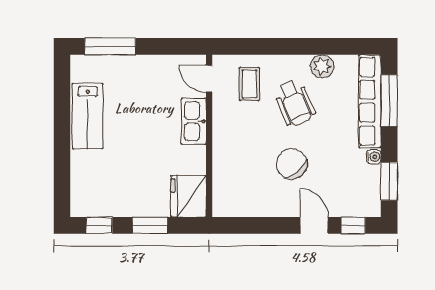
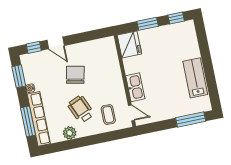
chair: (292, 164) -> (75, 75), turned -129

